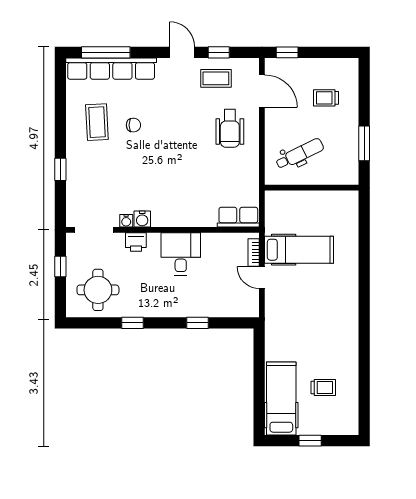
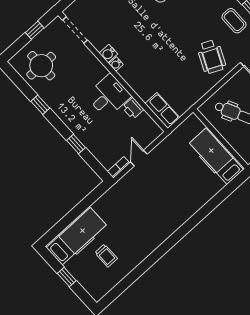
wheelchair: (230, 128) -> (211, 57), turned -65
water cooler: (126, 221) -> (116, 64), moved
printer: (136, 242) -> (133, 108), moved
hospital bed: (299, 250) -> (216, 156), moved, turned 180
bookcase: (254, 253) -> (119, 167), moved

